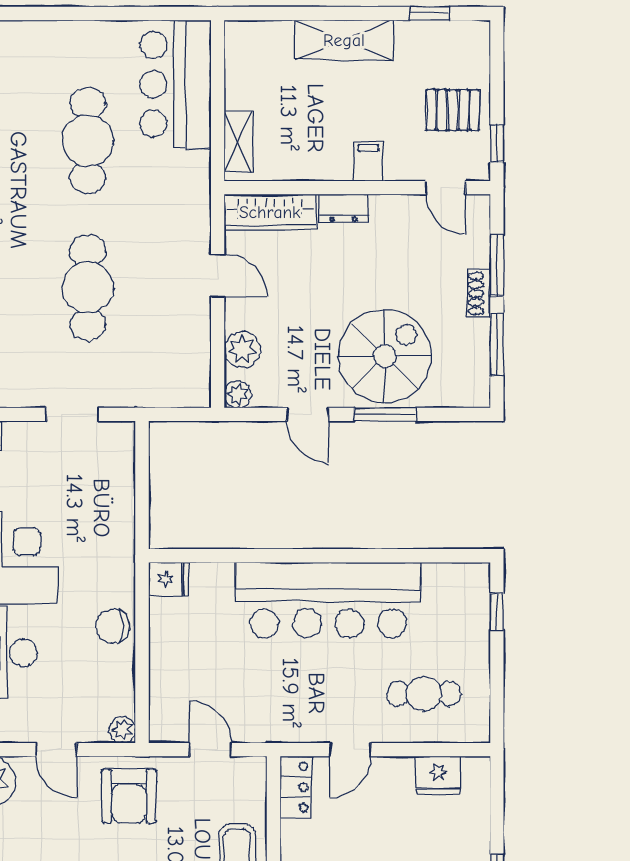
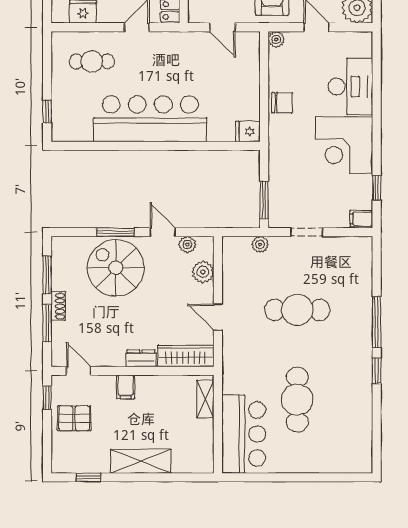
cafe table: (88, 287) -> (297, 310), turned 90
spiral stairs: (385, 356) -> (116, 268), turned 90
plant: (149, 394) -> (260, 244), added
plant: (238, 394) -> (187, 244), moved
window: (142, 467) -> (264, 200), added

